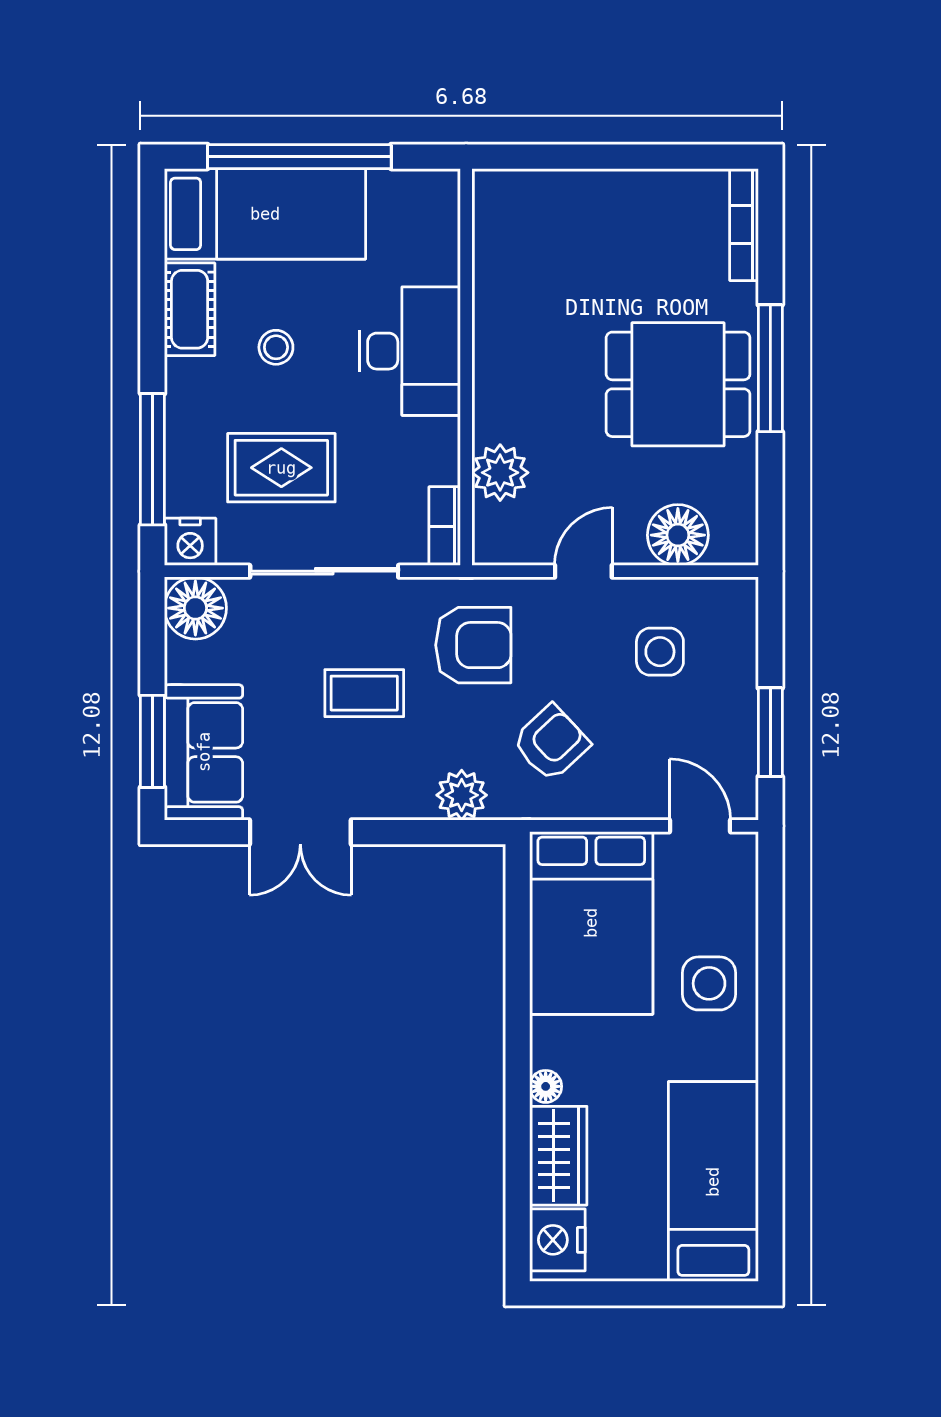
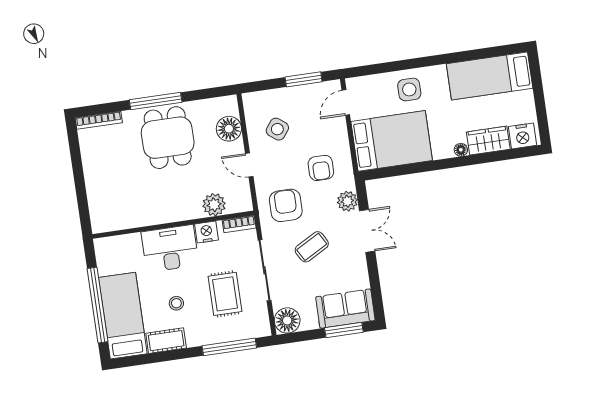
nightstand: (190, 542) -> (207, 232), moved, turned -90
side table: (660, 652) -> (277, 129), turned 38
coffee table: (364, 693) -> (312, 247), turned 61
armchair: (551, 743) -> (321, 168), turned -137
double door: (300, 832) -> (367, 231), moved

